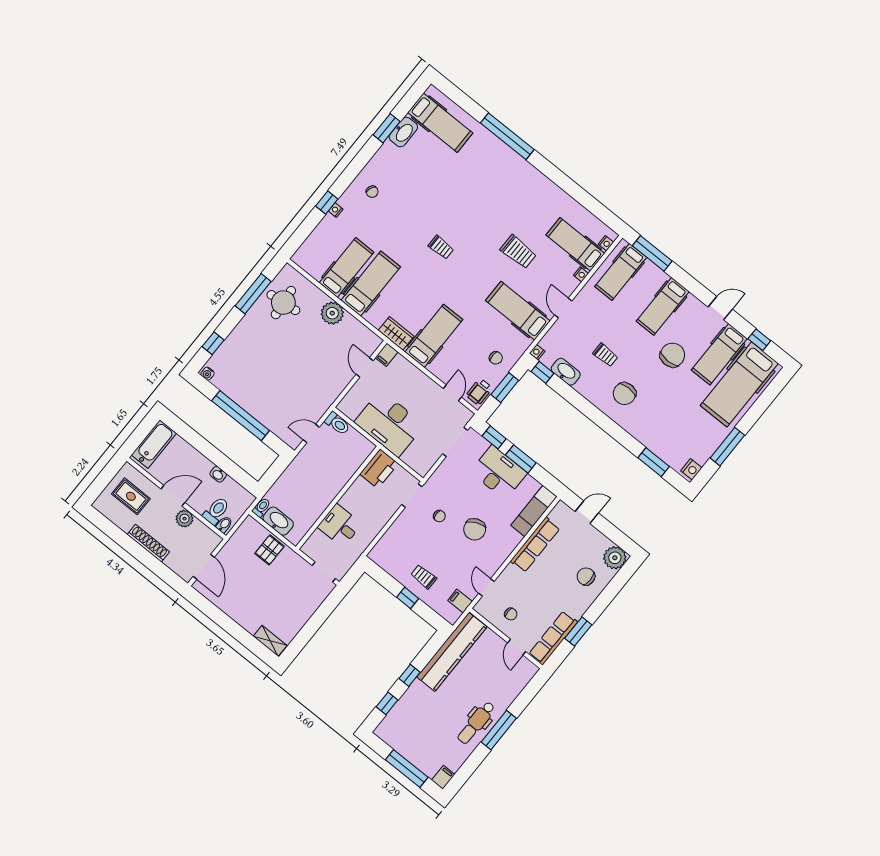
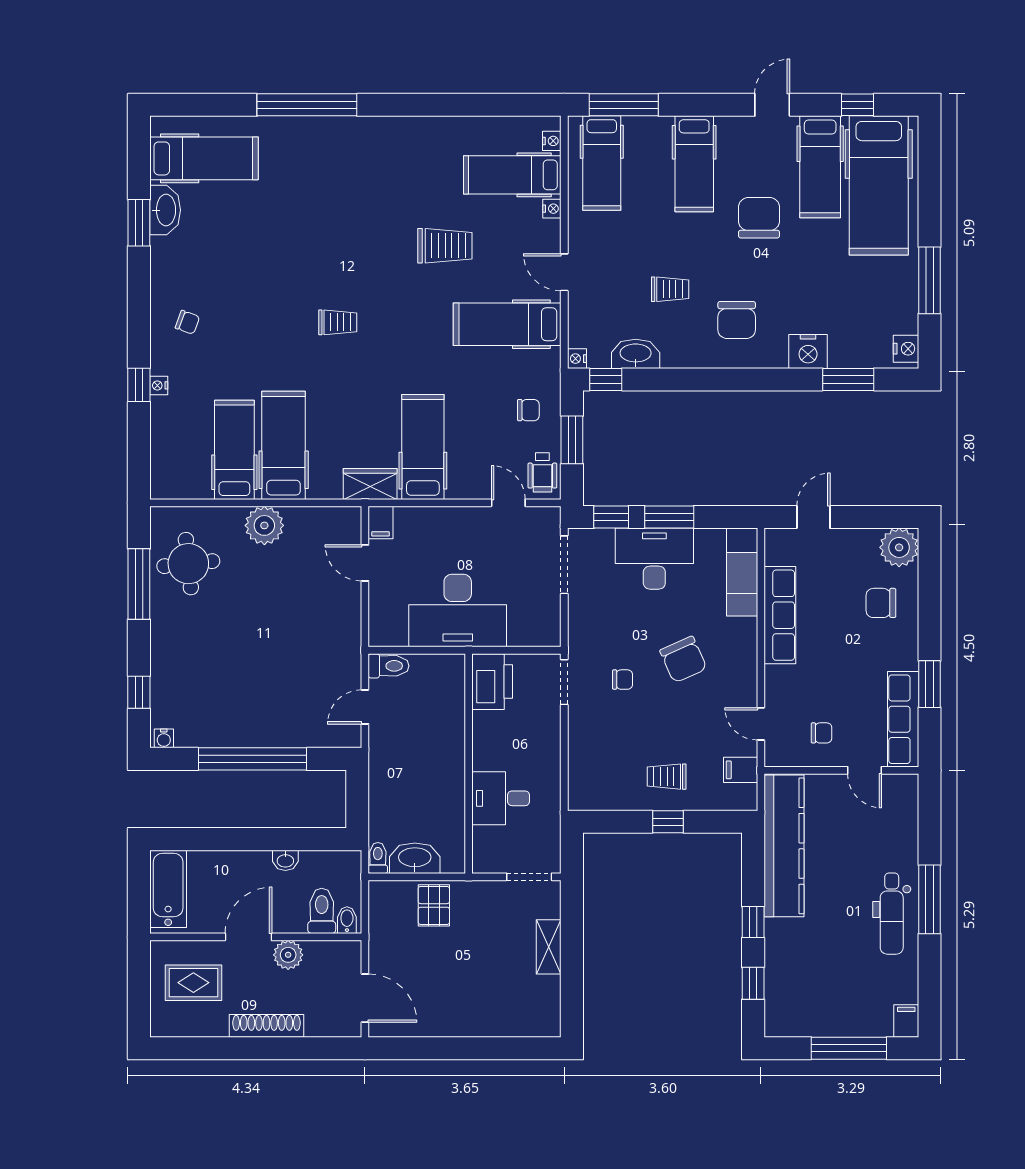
nightstand: (646, 434) -> (808, 351), added
shelving: (270, 641) -> (549, 947), moved, turned 90

